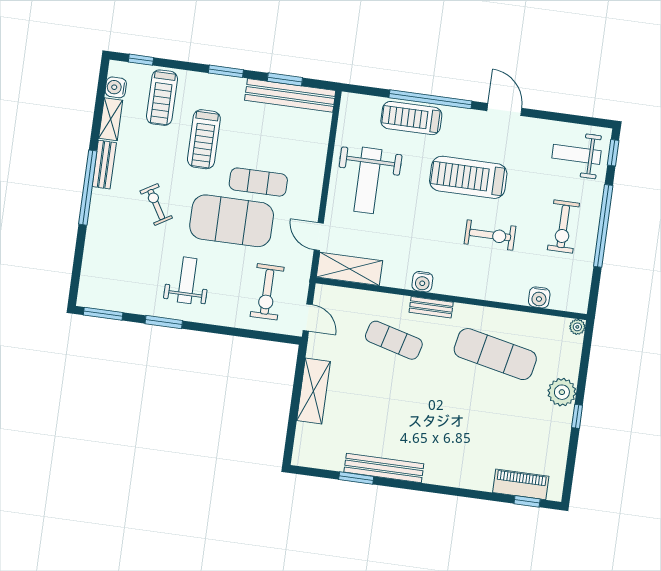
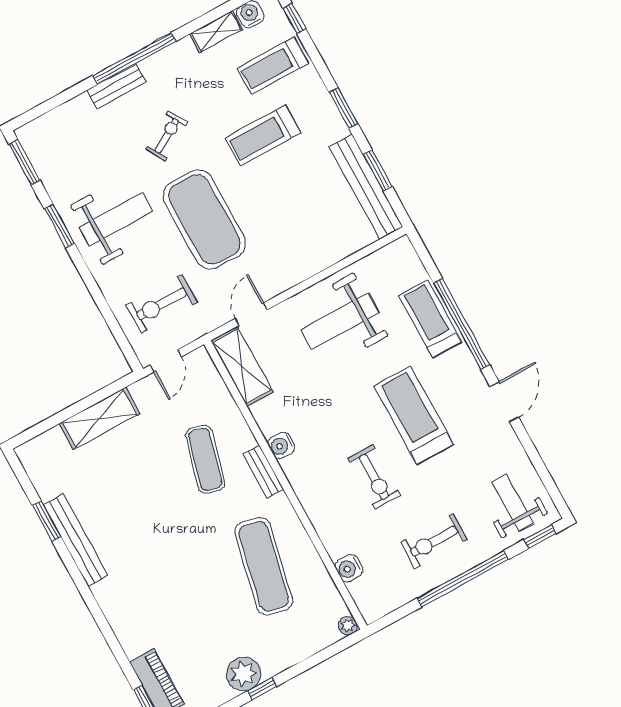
bench: (104, 165) -> (116, 86), moved
exercise mat: (258, 182) -> (260, 218), removed
weight bench: (187, 280) -> (116, 219), width x1.36, depth x1.33
plant: (562, 392) -> (244, 674), moved

